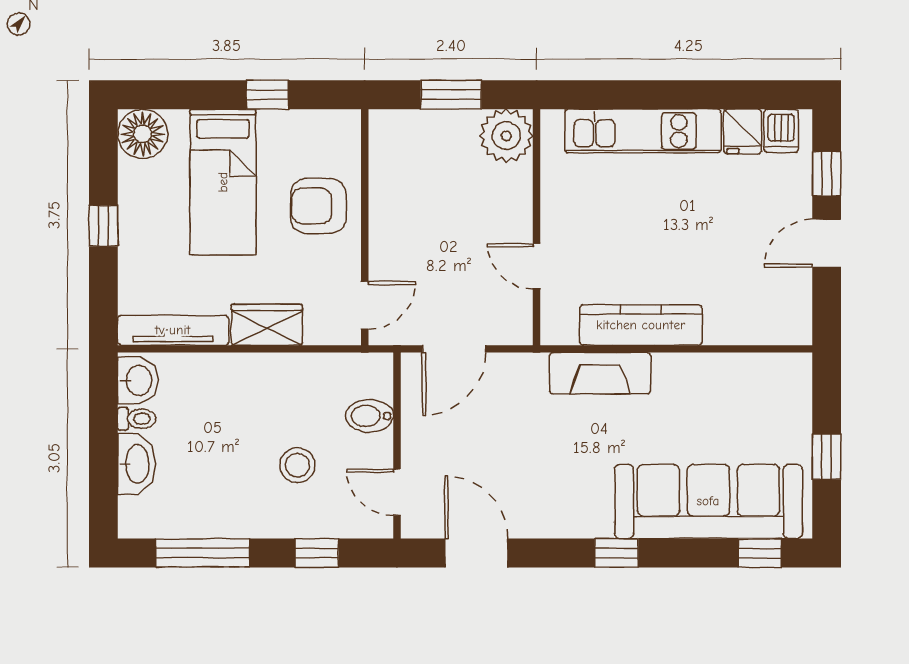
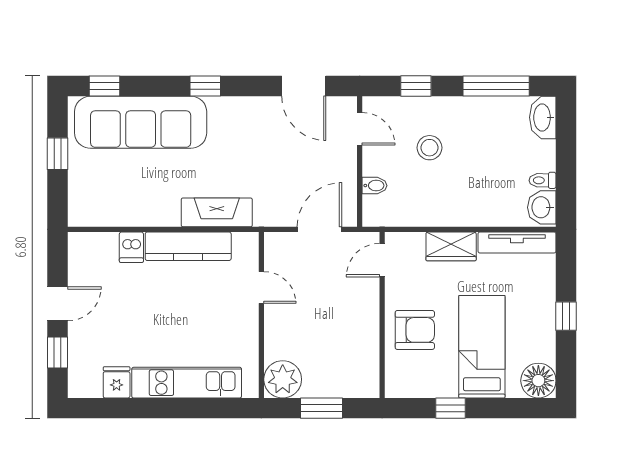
dishwasher: (781, 131) -> (131, 247), moved, turned 180
bidet: (369, 416) -> (374, 186), width x0.72, depth x0.74
washbasin: (136, 464) -> (543, 117), moved

